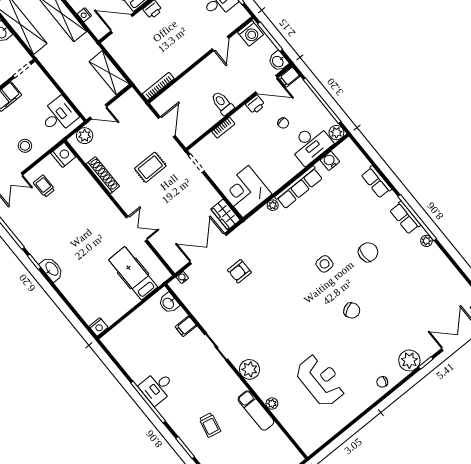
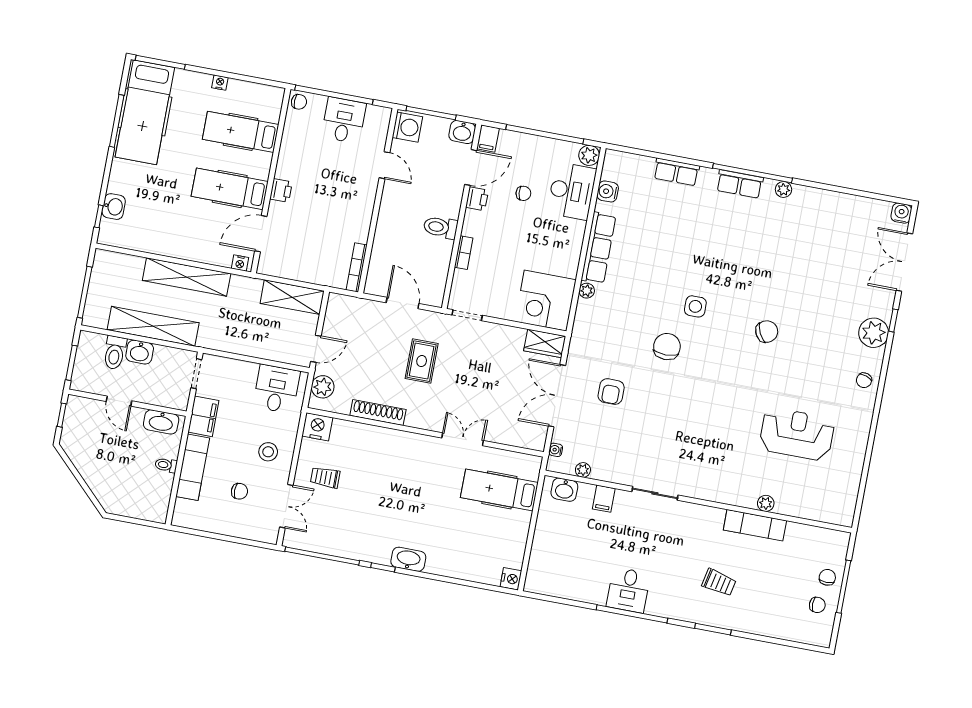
nightstand: (84, 15) -> (240, 263), moved
chair: (368, 252) -> (667, 347), moved
plant: (249, 369) -> (583, 470), moved, width x0.53, depth x0.53

